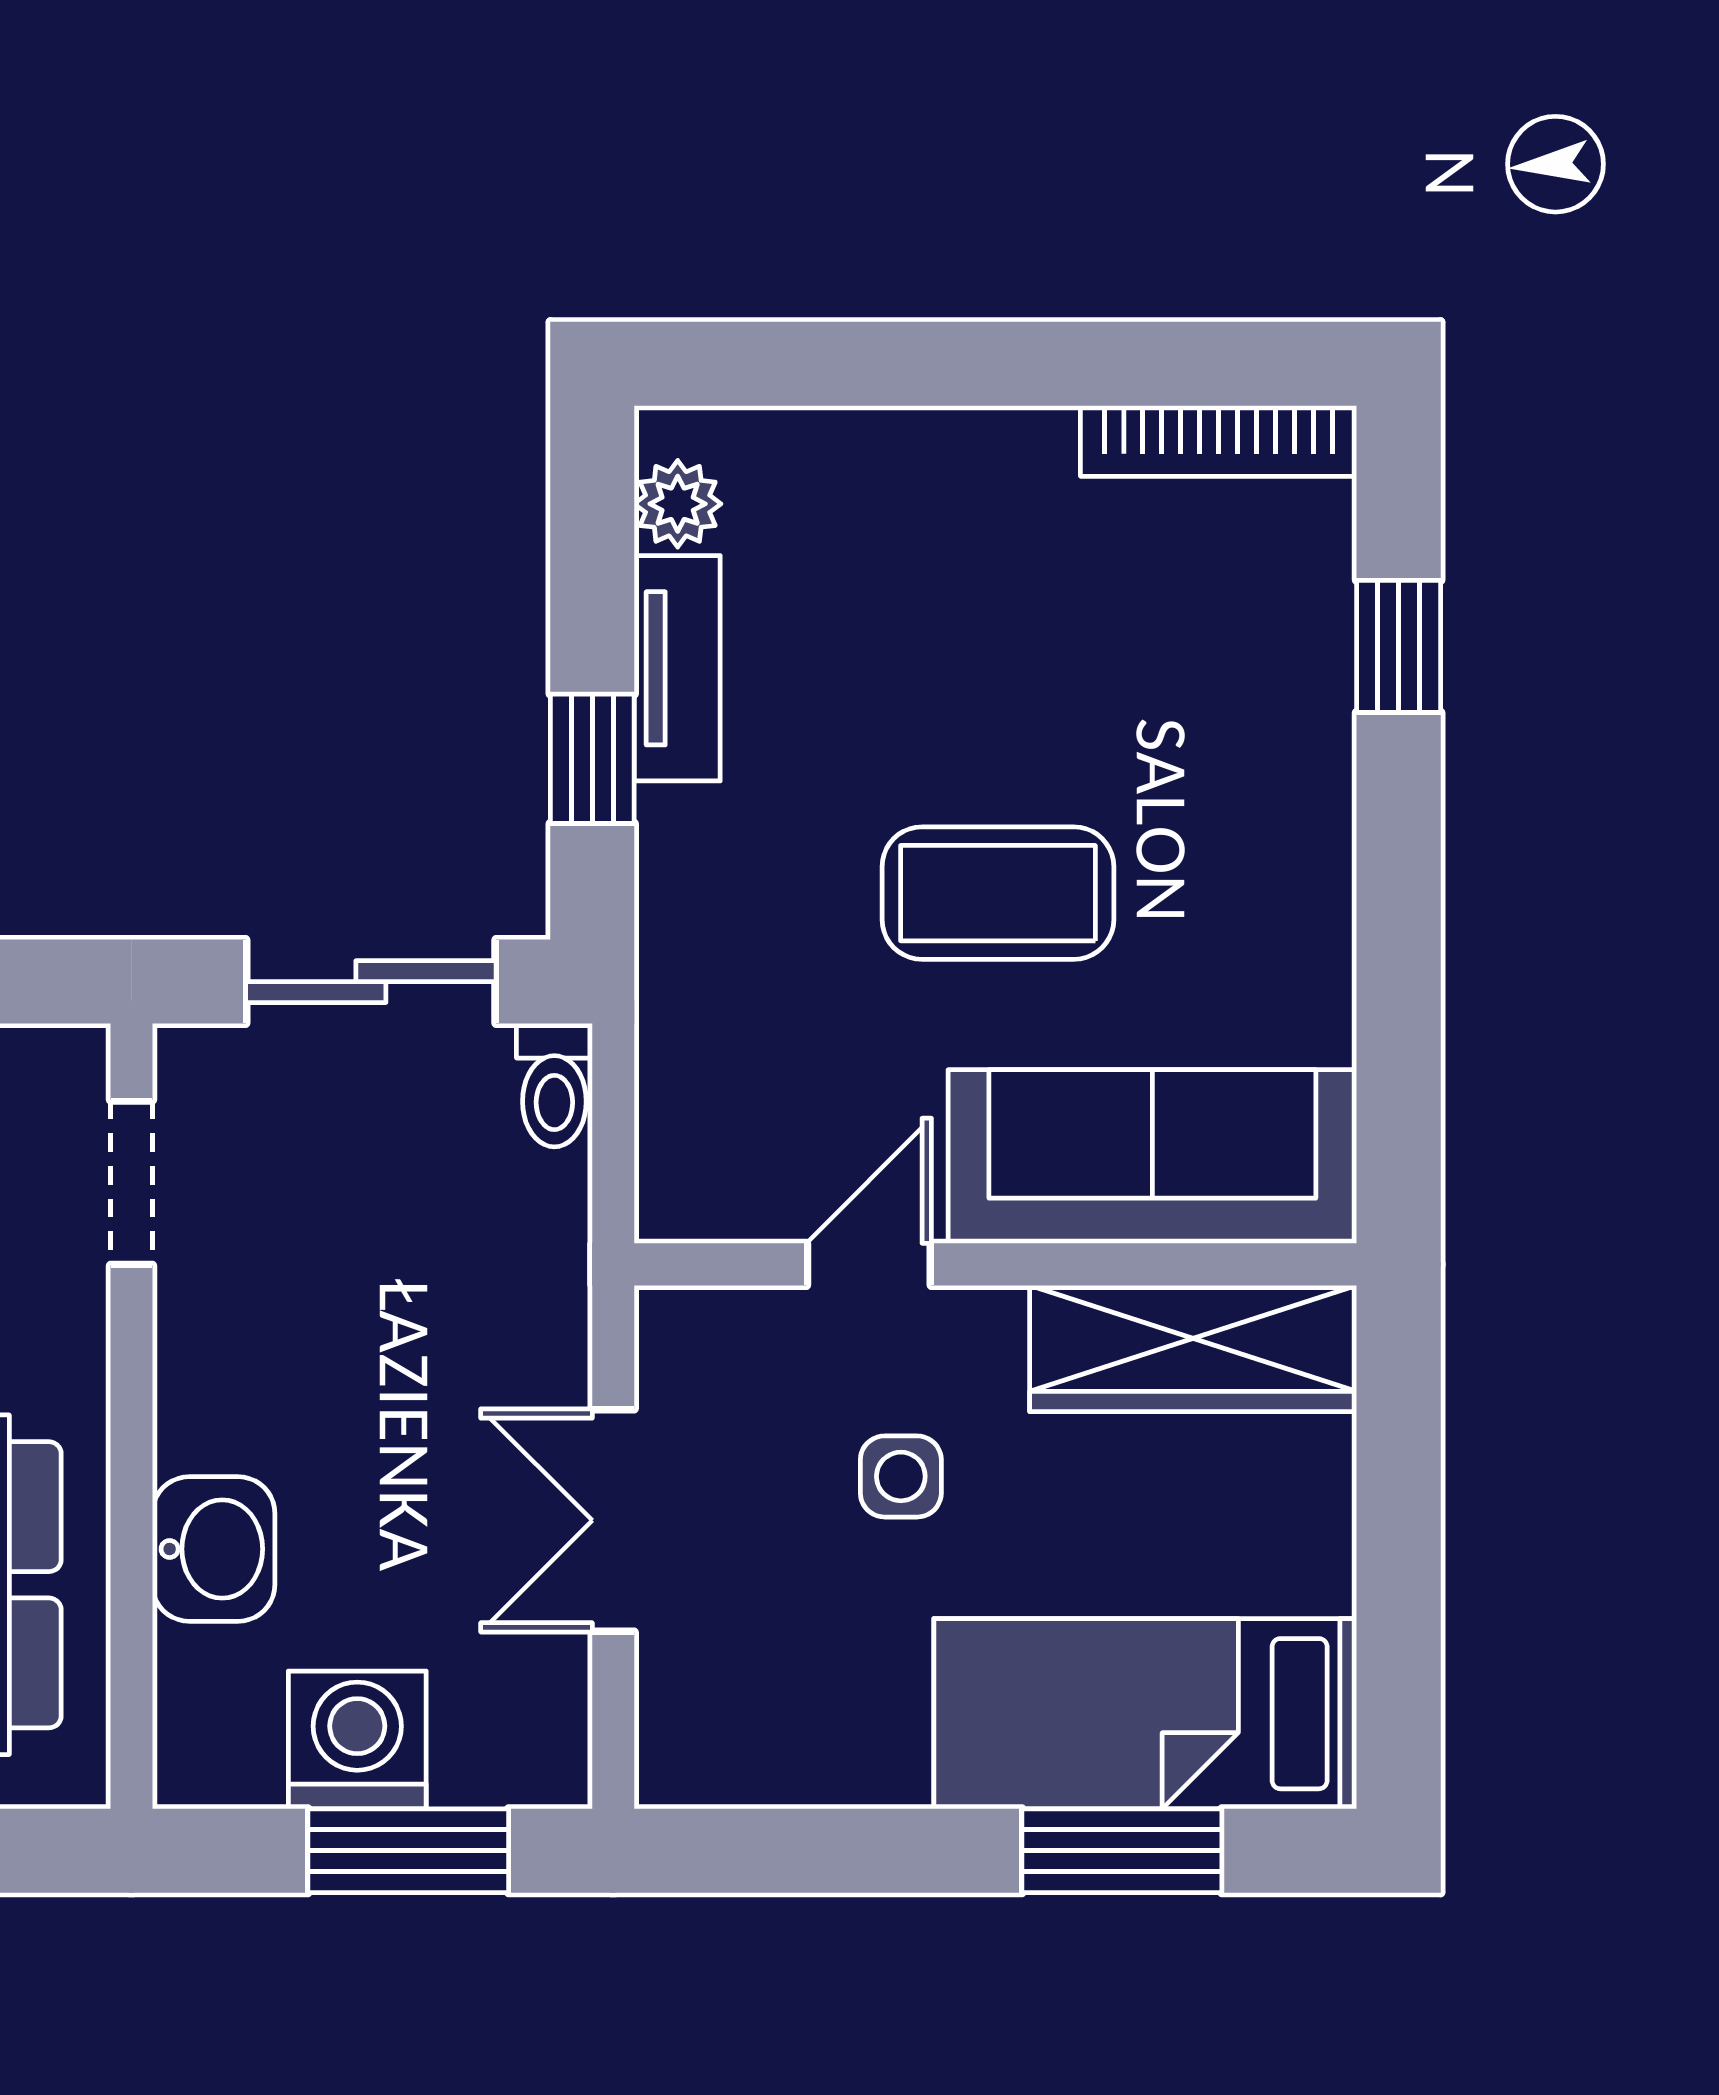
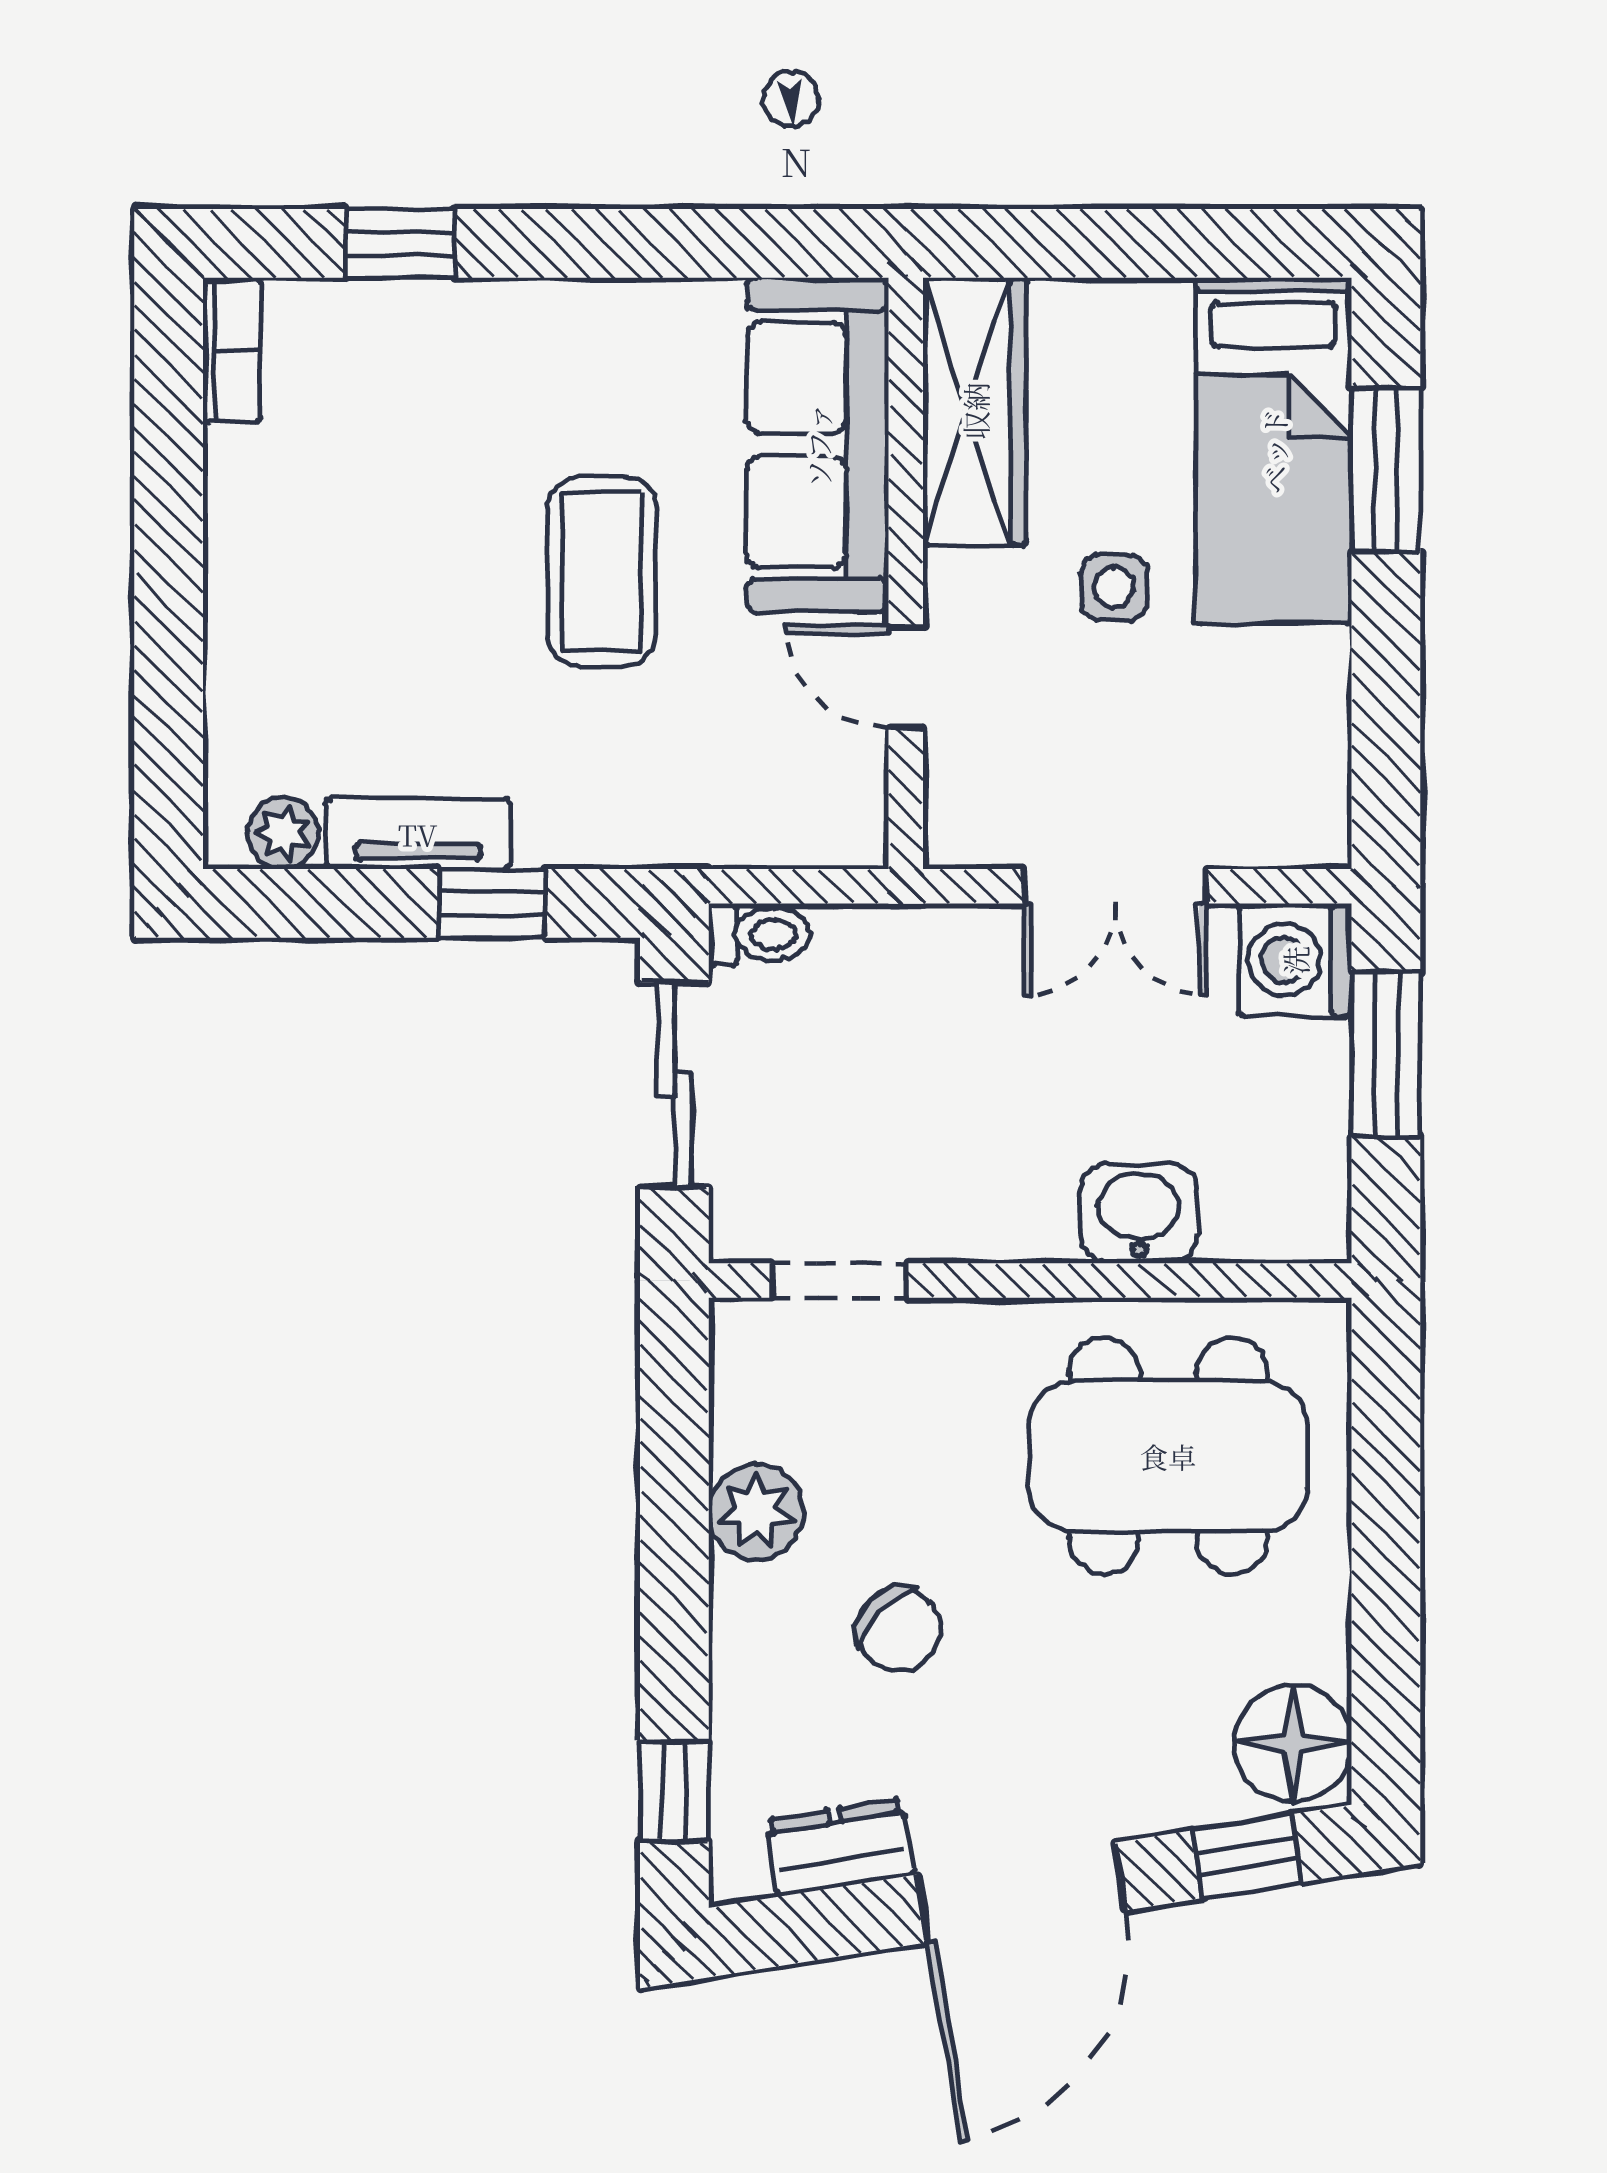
bookcase: (1219, 441) -> (232, 350), width x0.64
side table: (901, 1476) -> (1114, 587), moved
washing machine: (357, 1740) -> (1295, 960), moved

